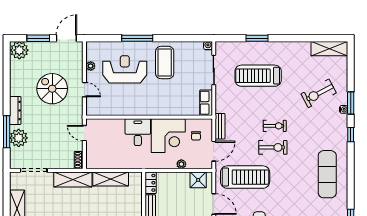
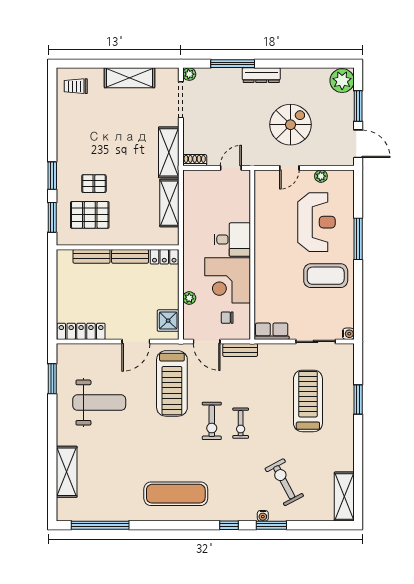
plant: (19, 138) -> (189, 74), moved, width x0.53, depth x0.53

